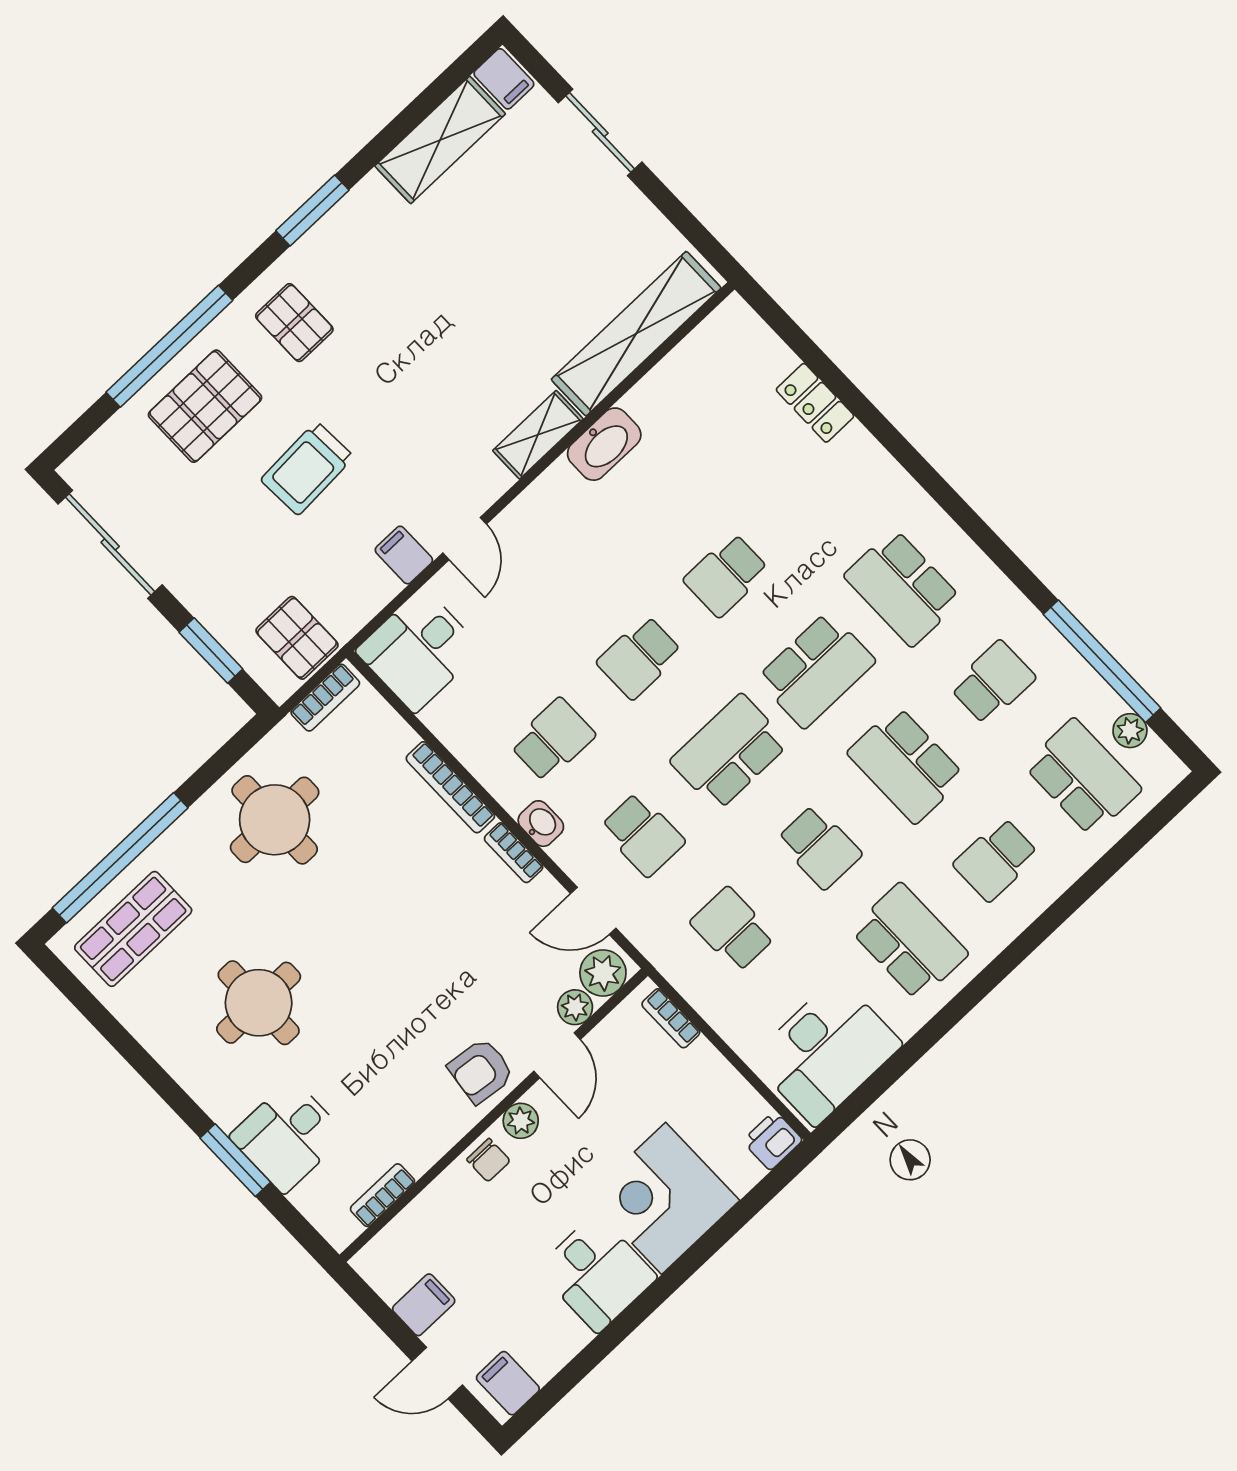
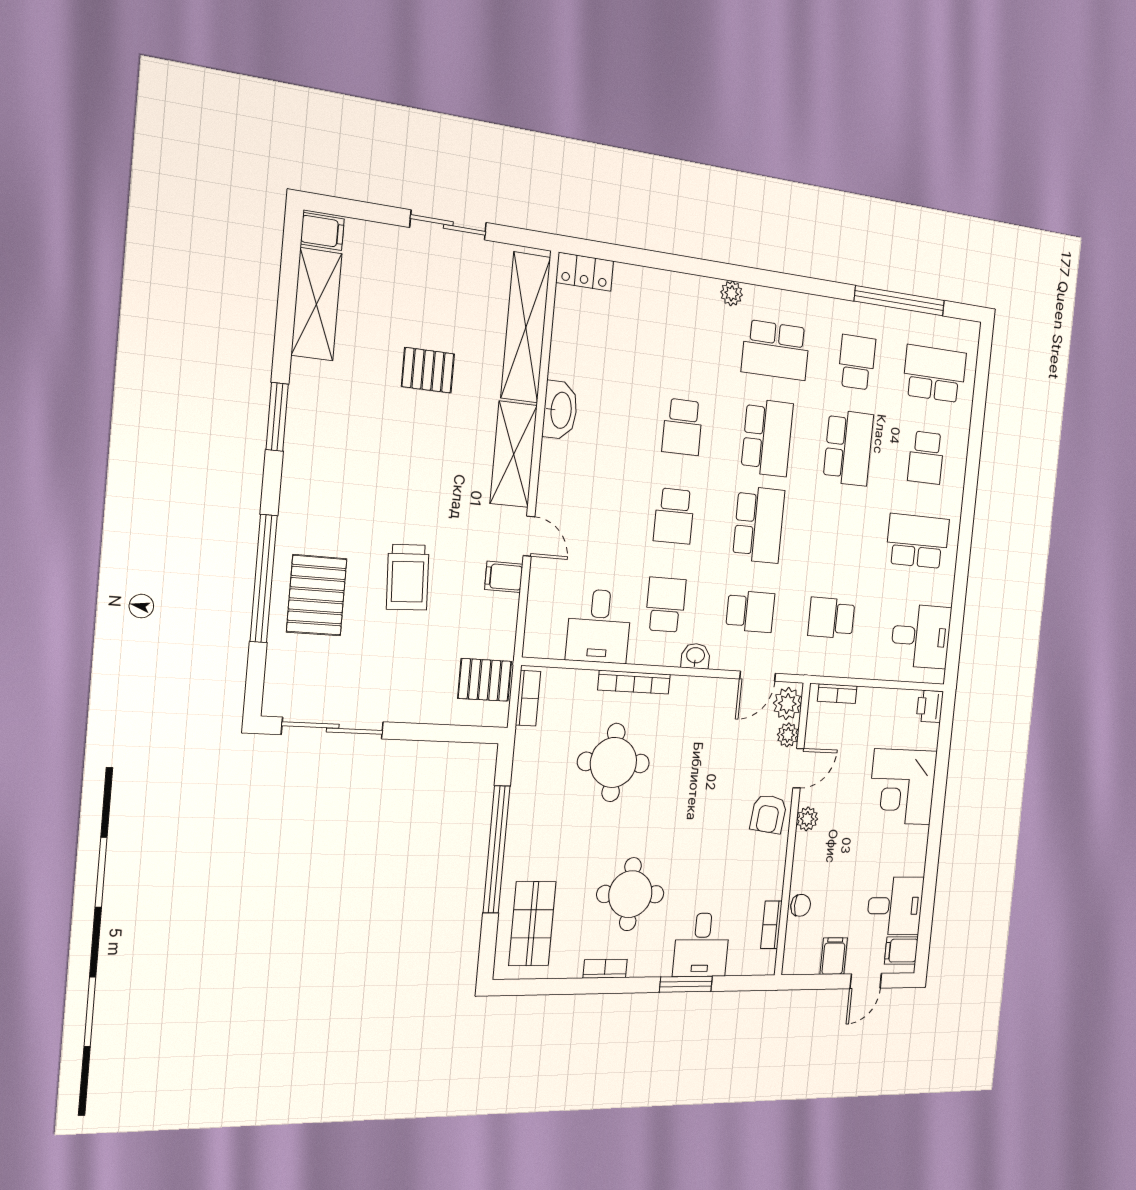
sliding door: (600, 132) -> (448, 225), moved
pallet: (294, 323) -> (428, 370), moved
locker: (815, 403) -> (585, 272), moved
shelving: (538, 435) -> (514, 454), width x1.50, depth x1.33
desk: (419, 650) -> (599, 626), moved
window: (211, 651) -> (443, 733), removed
plant: (1130, 731) -> (732, 293), moved
school desk: (729, 752) -> (759, 525), turned 180
school desk: (906, 765) -> (848, 448), turned -90
round table: (275, 820) -> (613, 762), moved
school desk: (819, 847) -> (840, 533), removed
bookcase: (514, 853) -> (605, 969), moved, turned 180
window: (120, 858) -> (496, 850), moved
desk: (826, 1051) -> (921, 636), width x0.73
door: (557, 1055) -> (798, 768), hinge flipped
chair: (489, 1160) -> (801, 905), moved
desk: (597, 1273) -> (895, 906), moved

